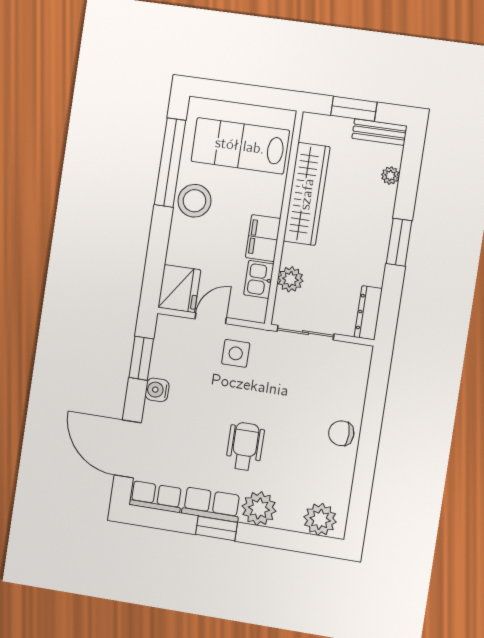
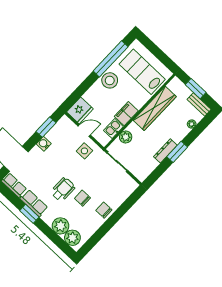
dresser: (368, 313) -> (165, 151), moved
chair: (289, 438) -> (82, 198), added
plant: (259, 509) -> (60, 226), moved

